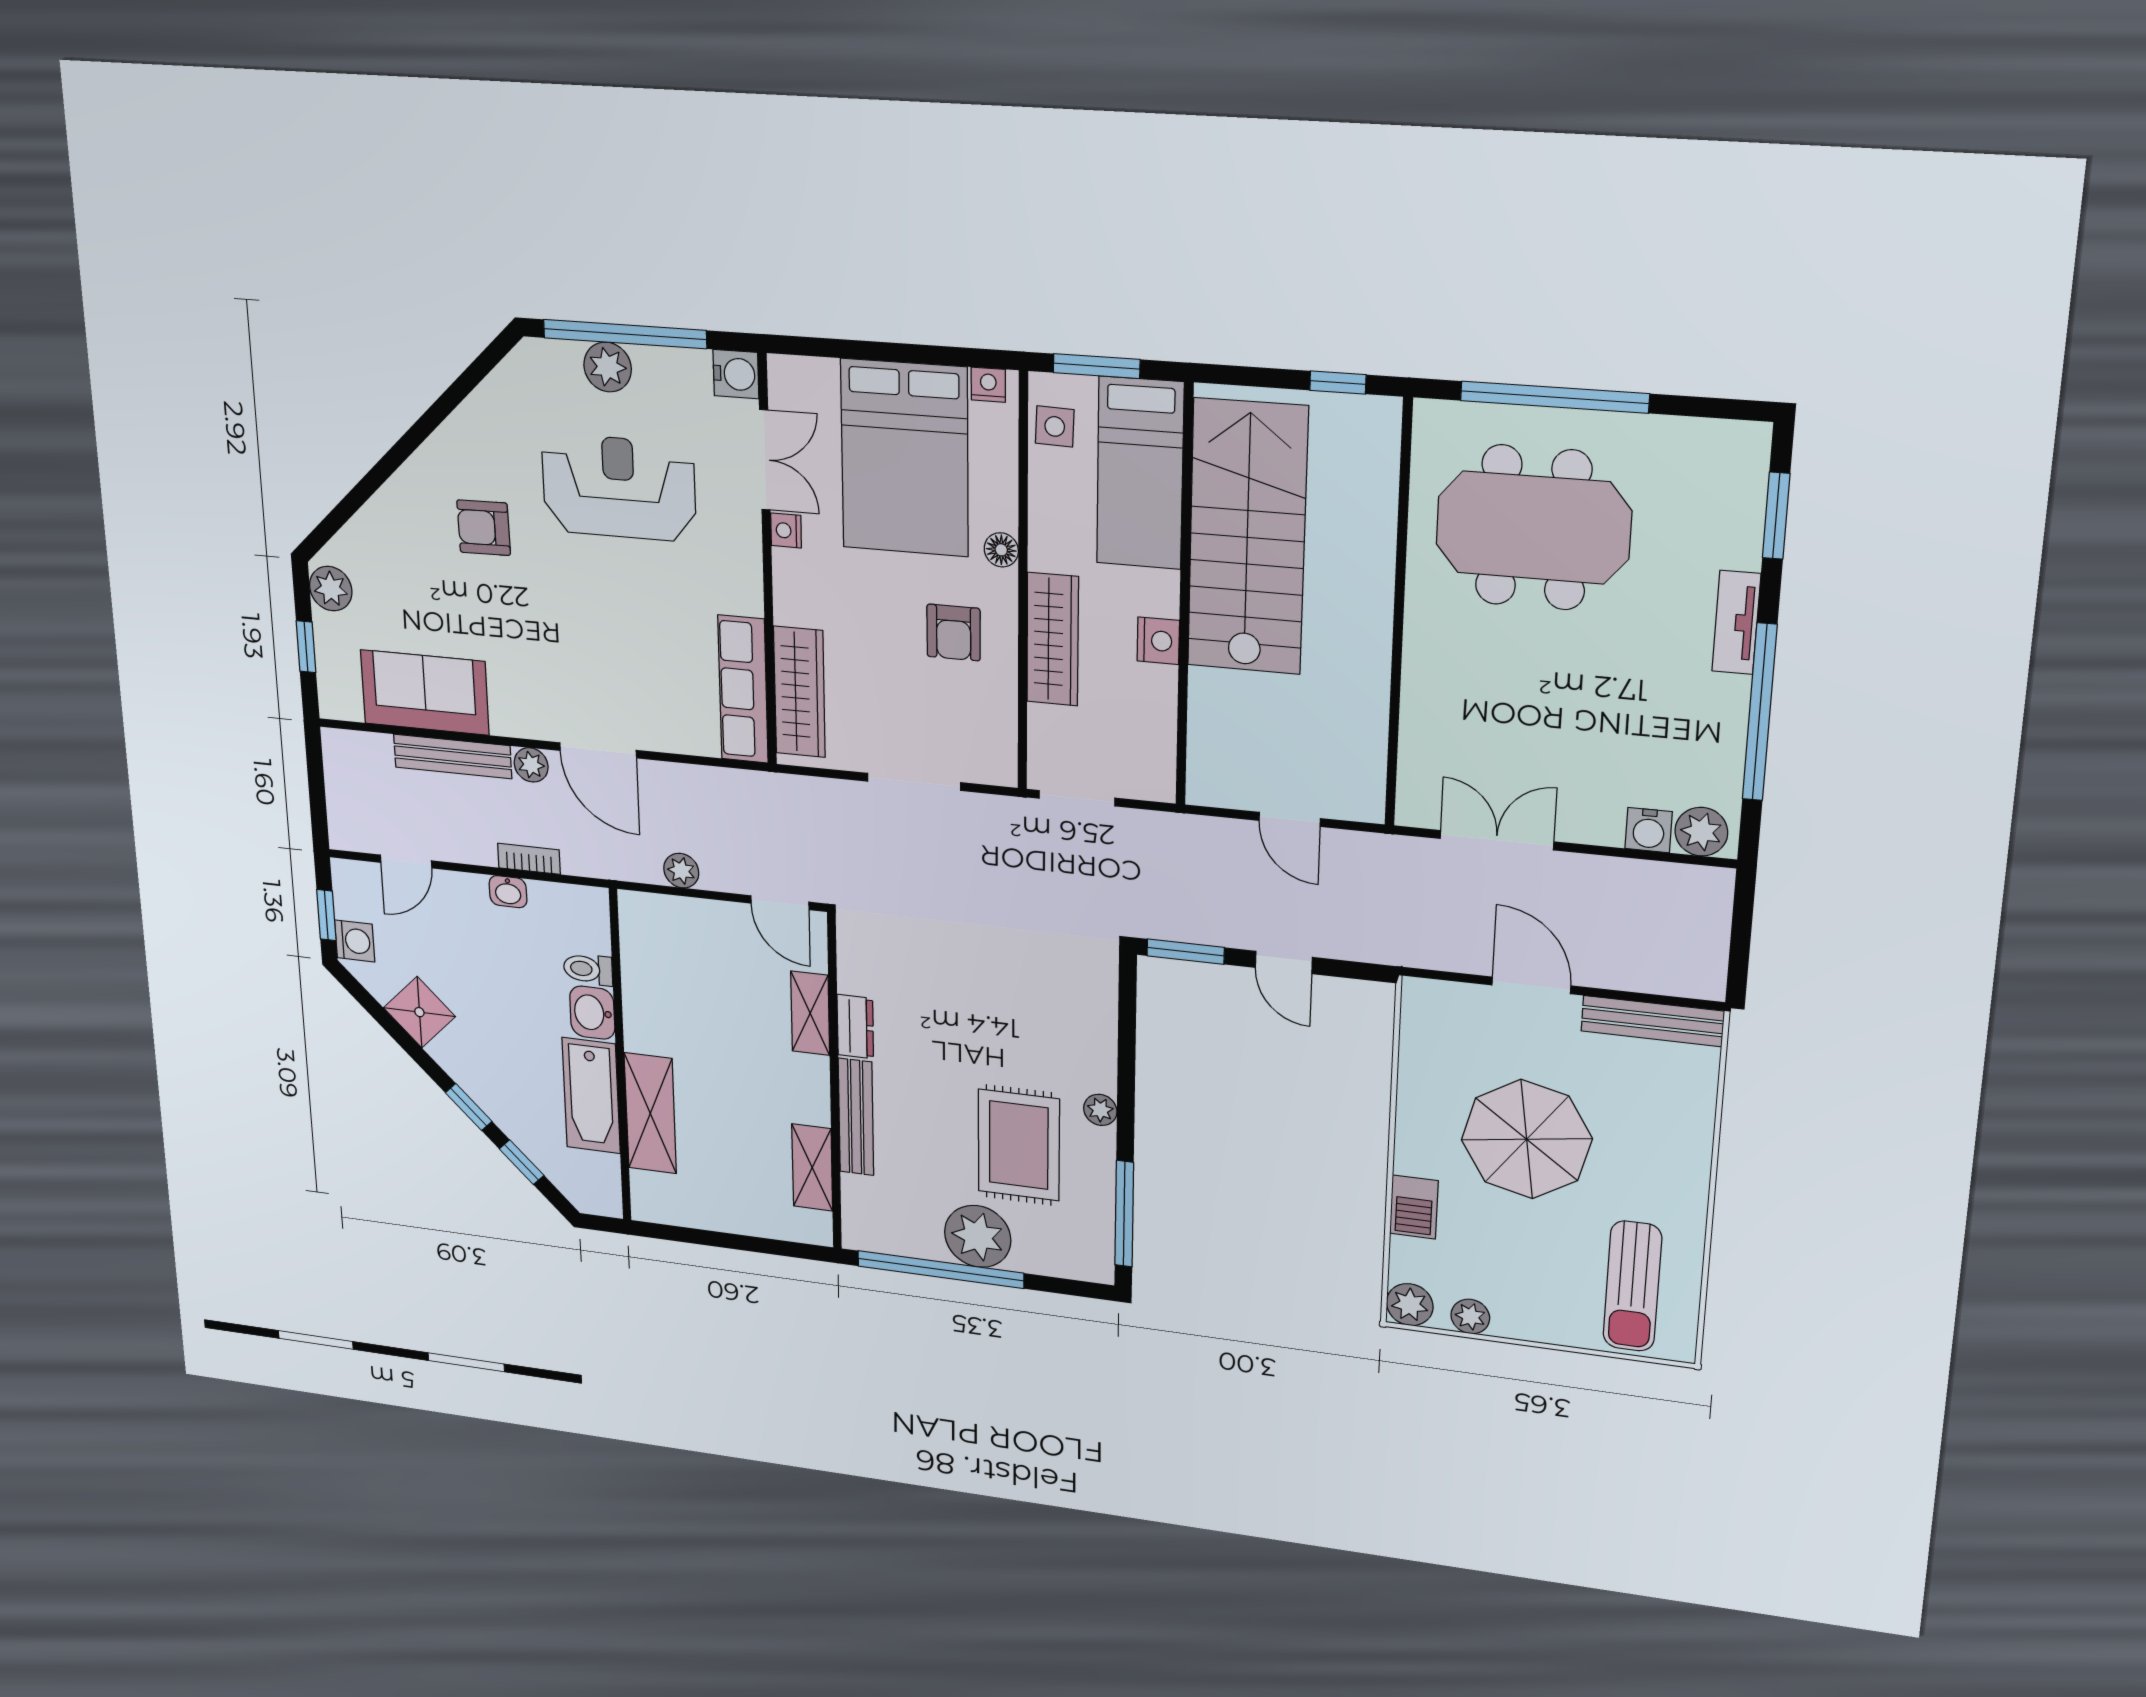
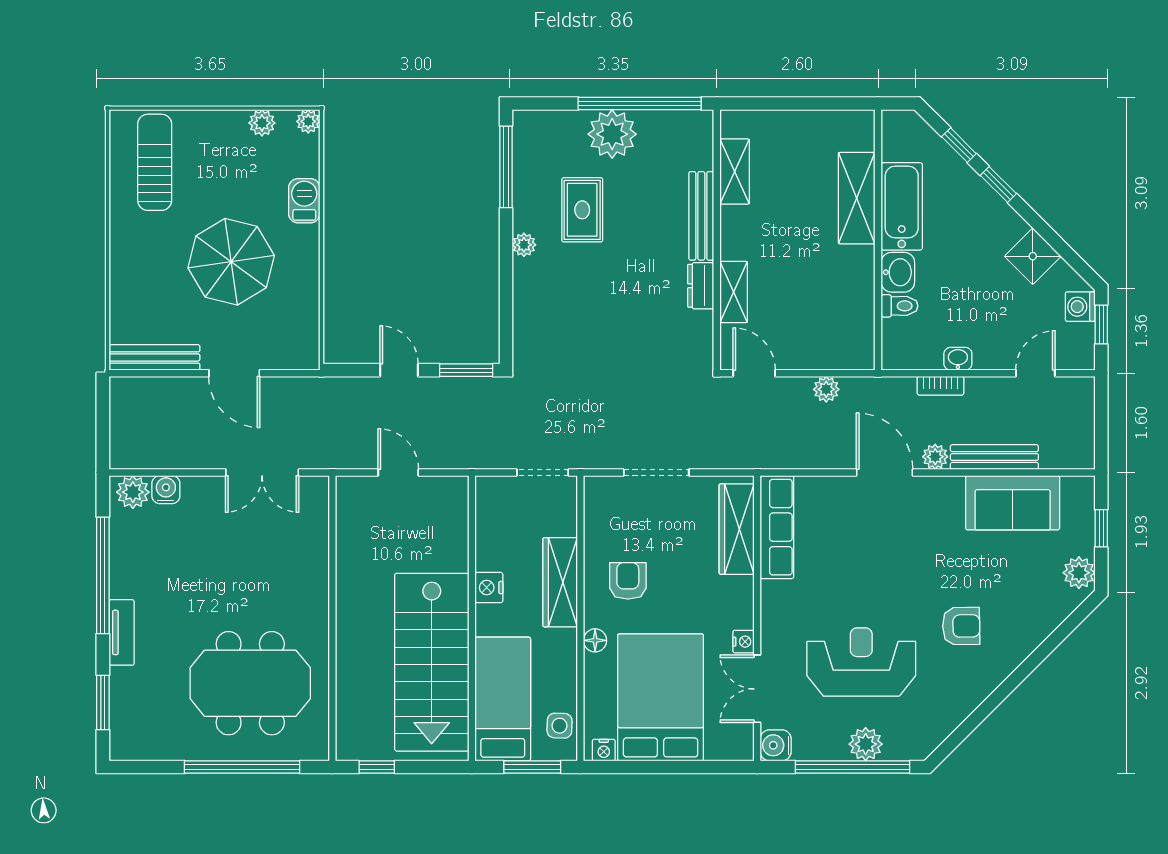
reception desk: (619, 488) -> (861, 662), turned 180
rug: (1019, 1145) -> (582, 210), width x0.73, depth x0.70
plant: (1410, 1305) -> (308, 121), width x0.73, depth x0.73

